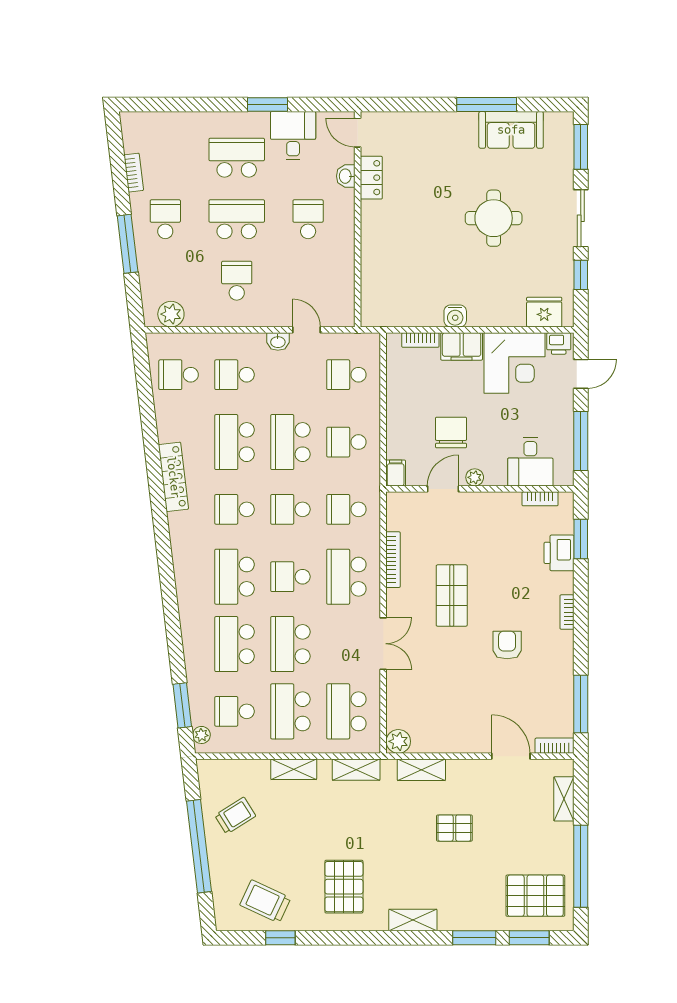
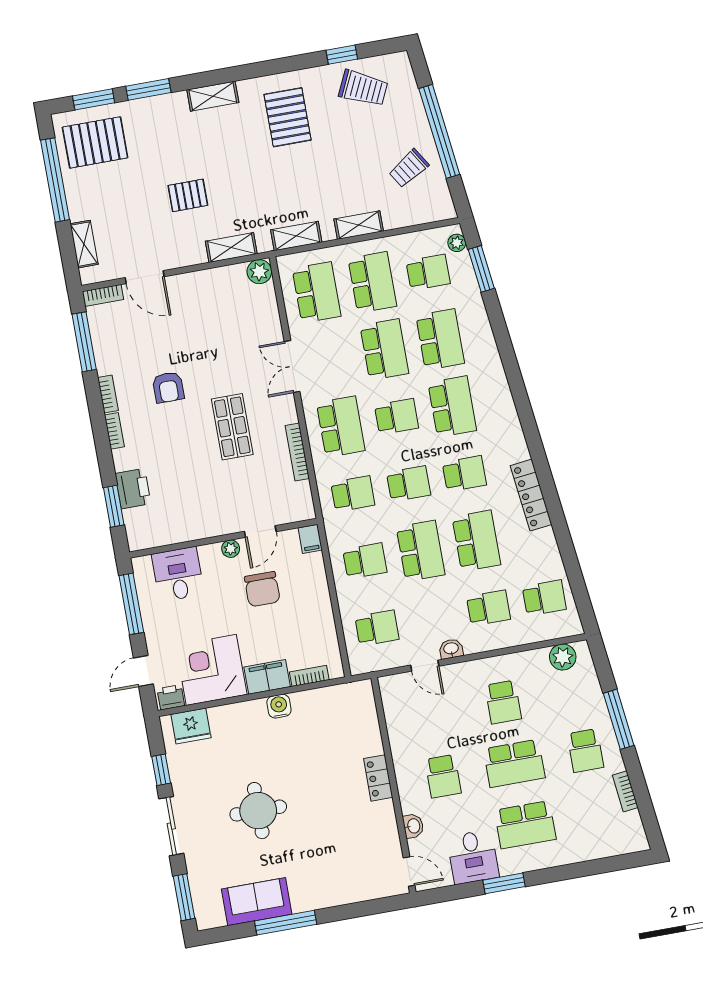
locker: (371, 178) -> (378, 778), moved
bookcase: (540, 499) -> (108, 394), moved, turned 90

